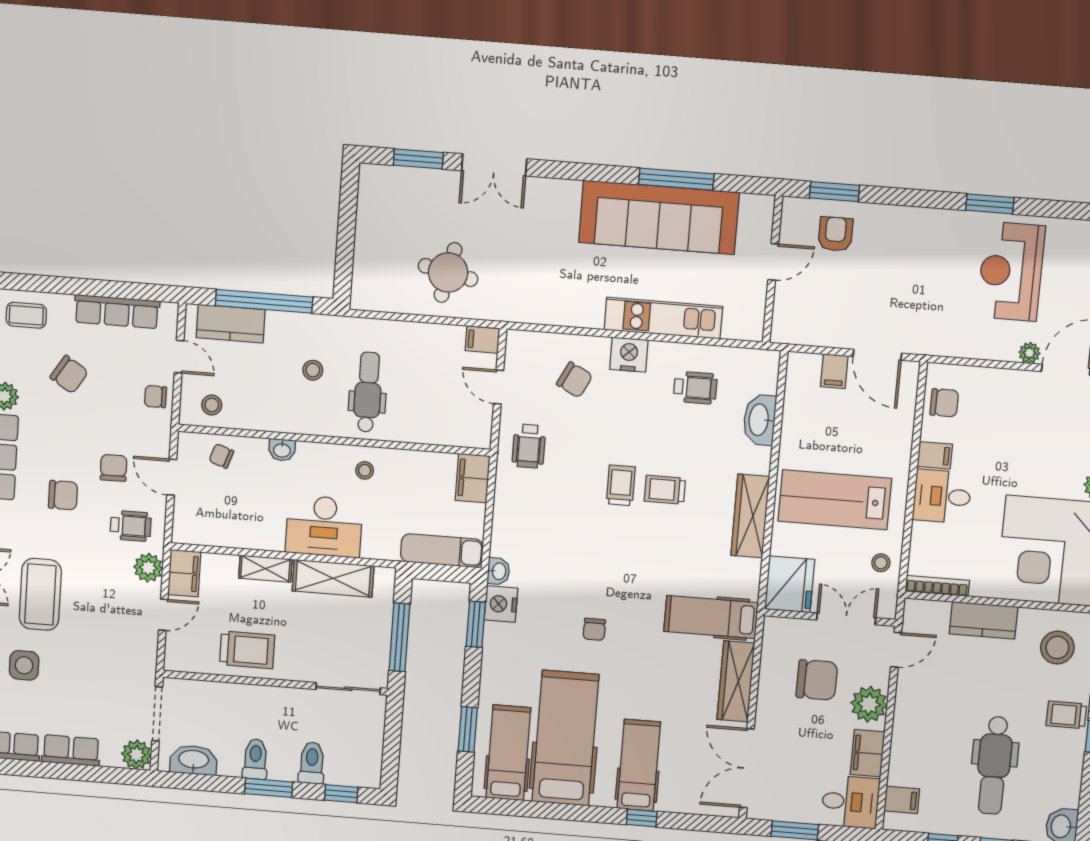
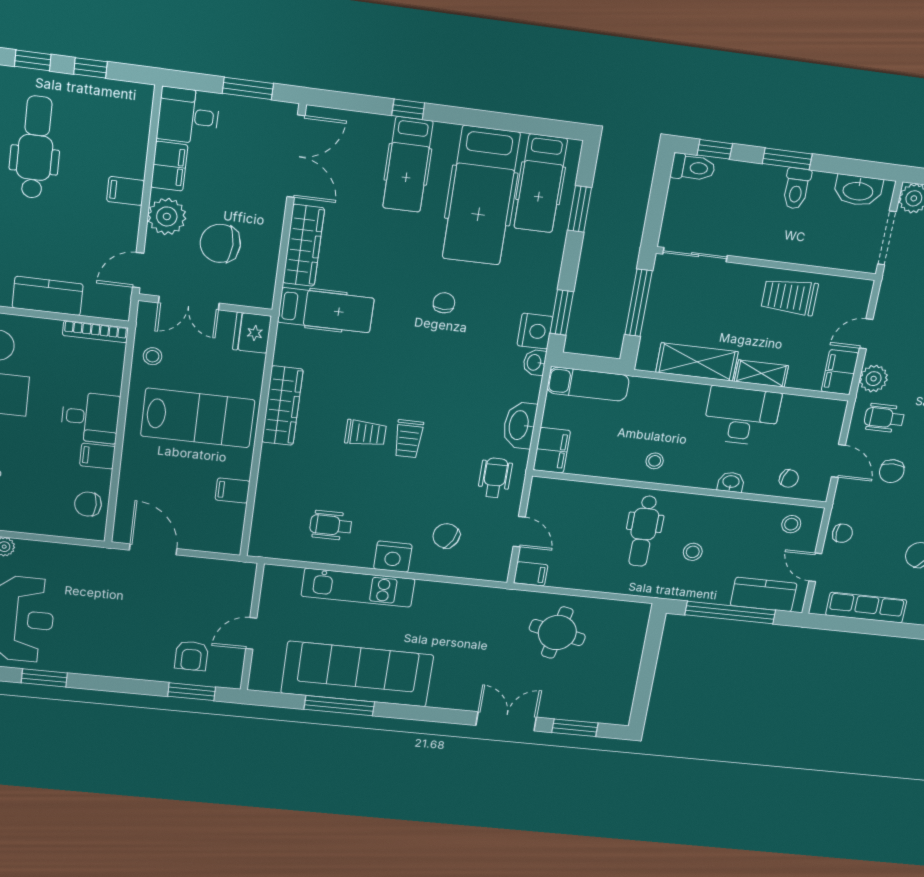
filing cabinet: (834, 371) -> (233, 491), moved, turned -90
washbasin: (760, 420) -> (520, 425), moved, turned 180
desk: (324, 526) -> (742, 416), moved
fridge: (790, 584) -> (252, 333), width x0.73, depth x0.75
toilet: (312, 763) -> (693, 168), moved, turned -90
filing cabinet: (902, 800) -> (126, 191), moved

